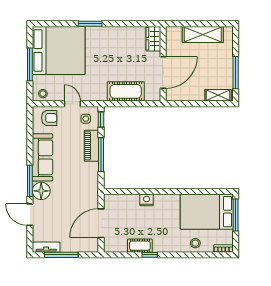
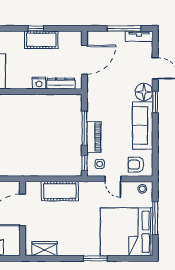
wardrobe: (153, 39) -> (44, 249), moved, turned -90
window: (30, 181) -> (155, 102), width x0.69
dresser: (125, 199) -> (61, 84), added
cot: (140, 246) -> (41, 40), width x1.37, depth x1.34

